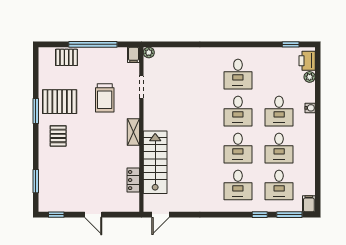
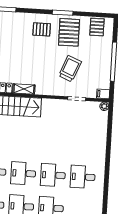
pallet: (67, 57) -> (97, 27), moved
trolley: (105, 98) -> (70, 69), turned 112
shelving: (133, 132) -> (24, 89), moved

